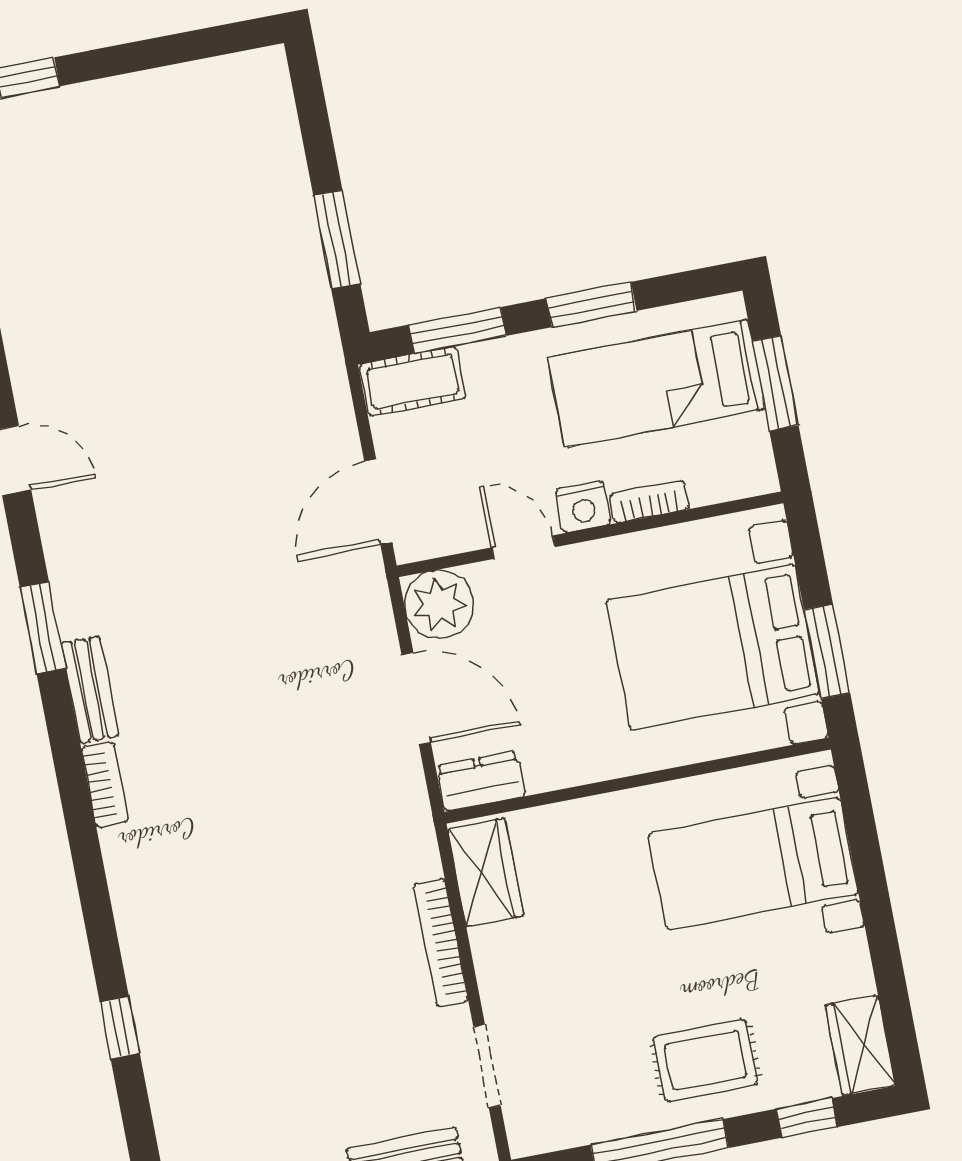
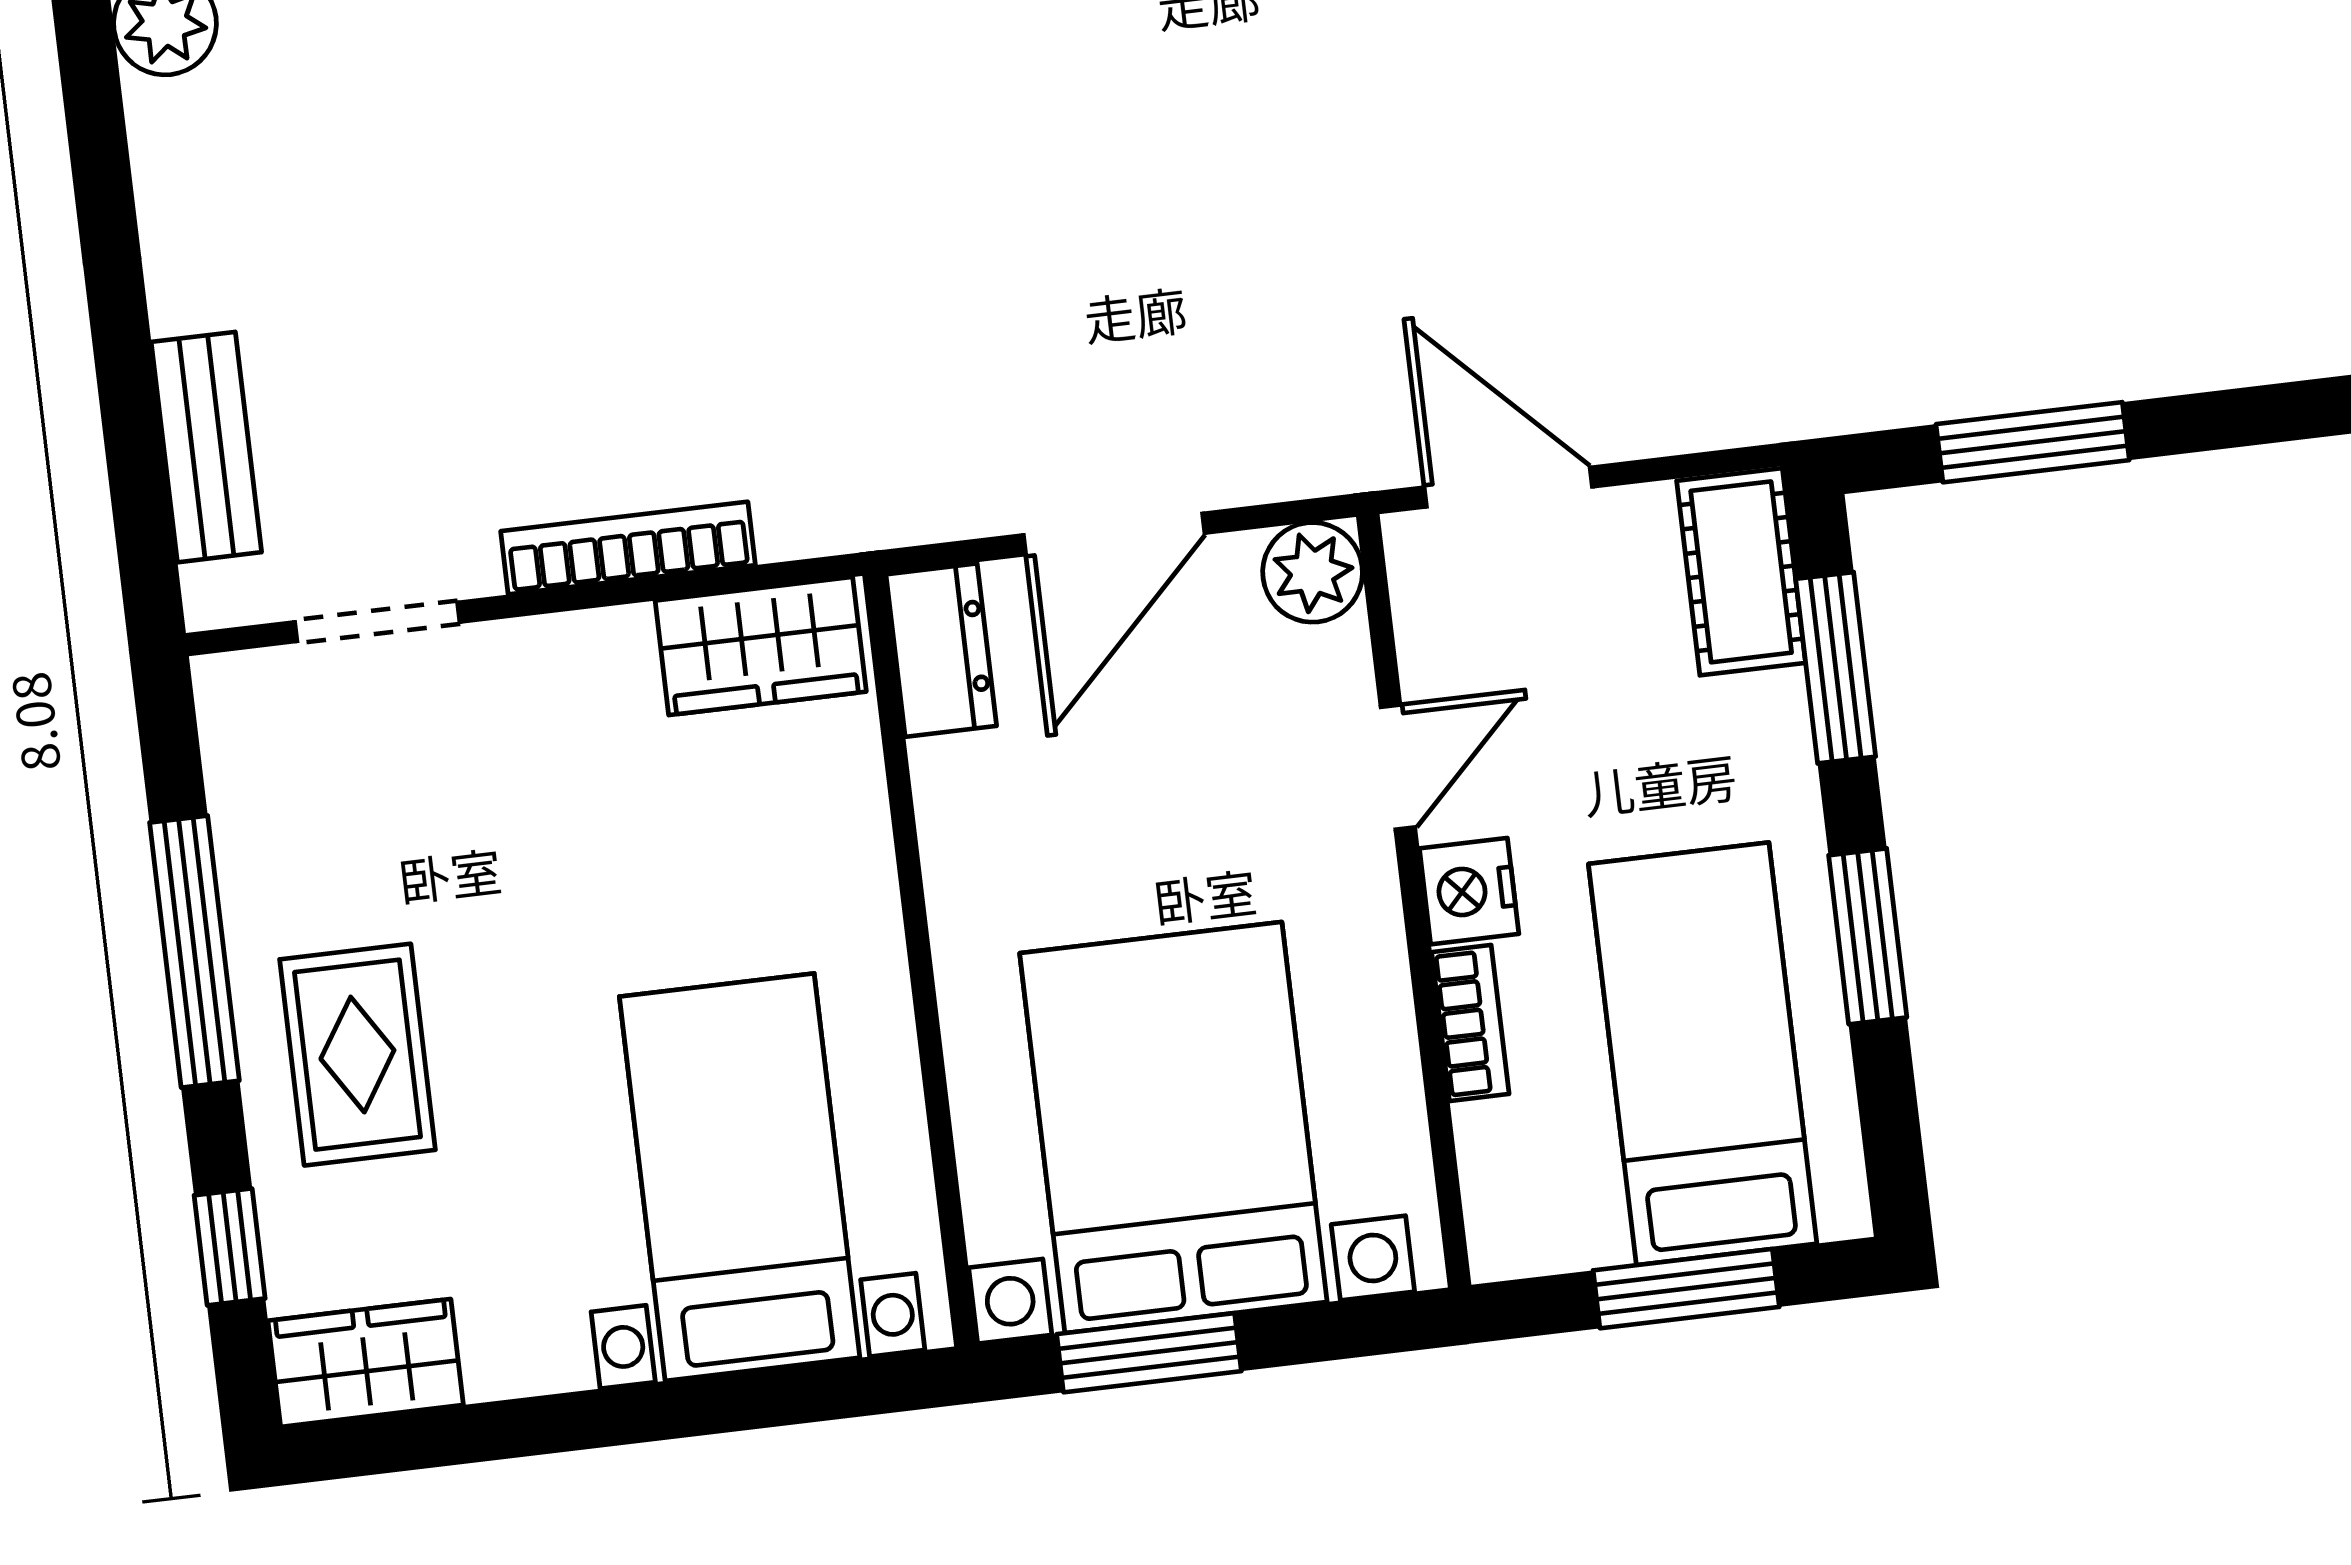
plant: (439, 604) -> (1313, 572), width x0.73, depth x0.73

